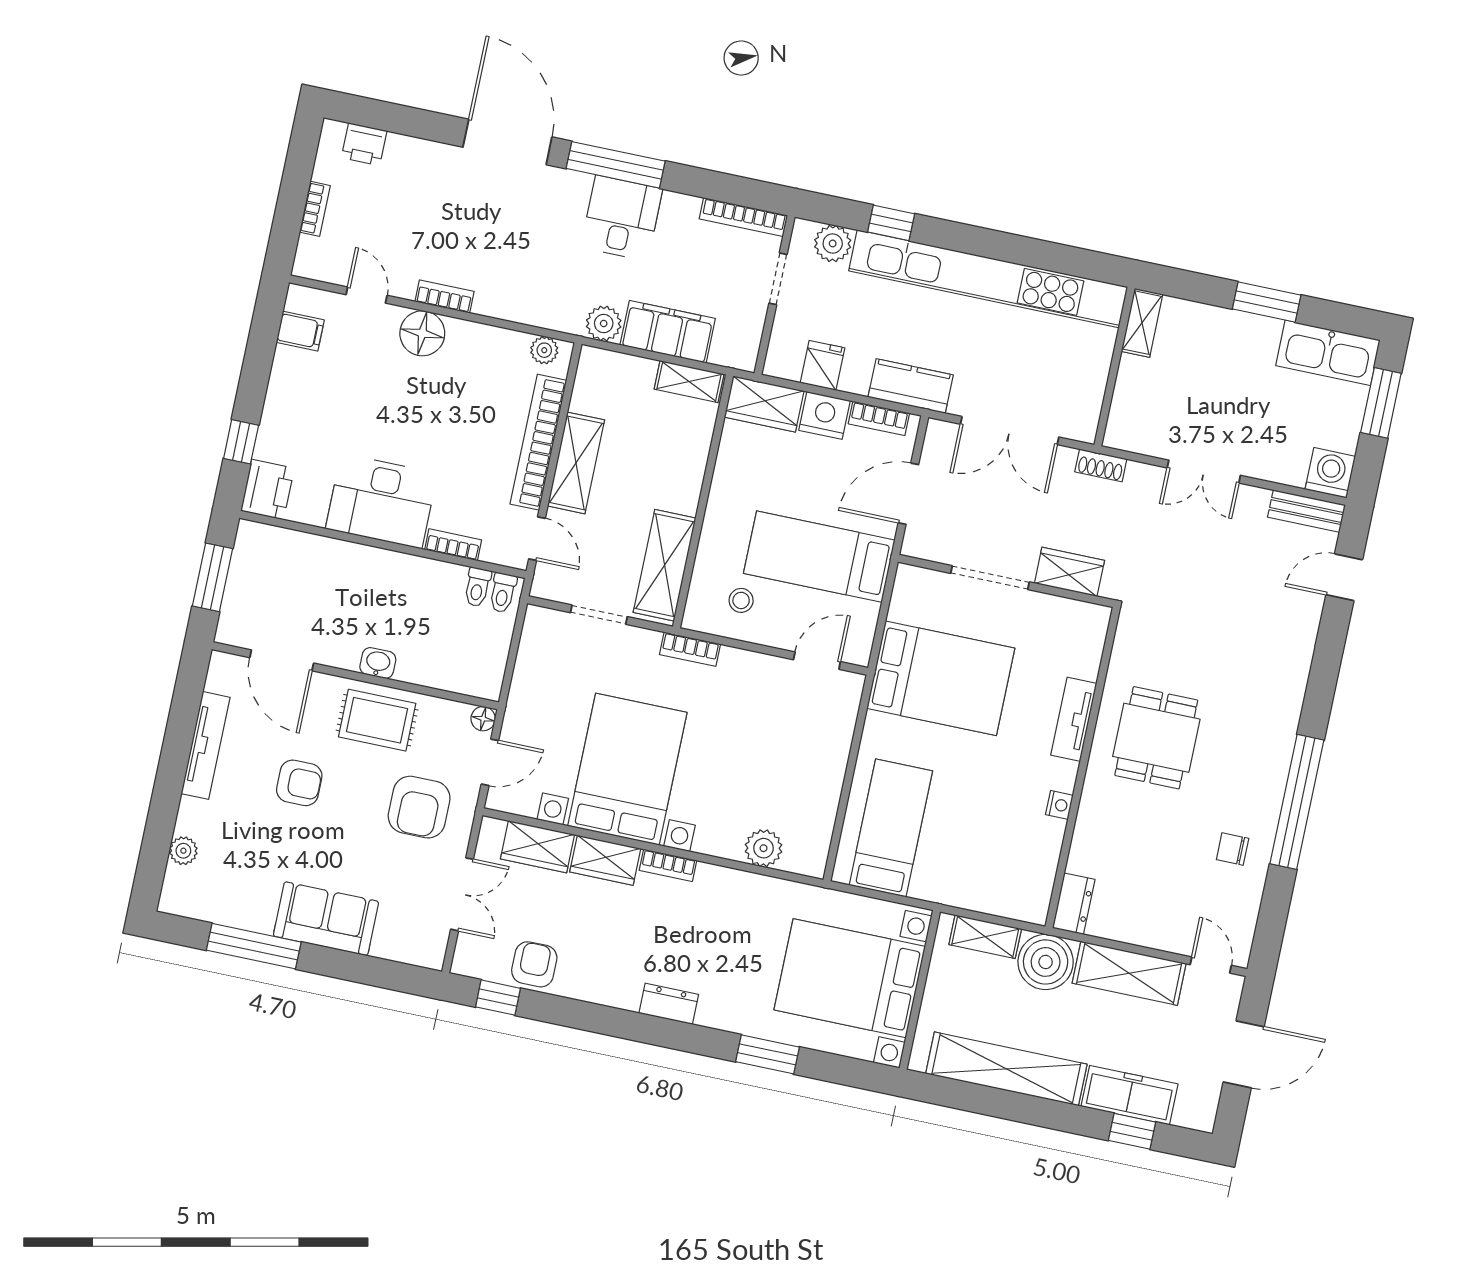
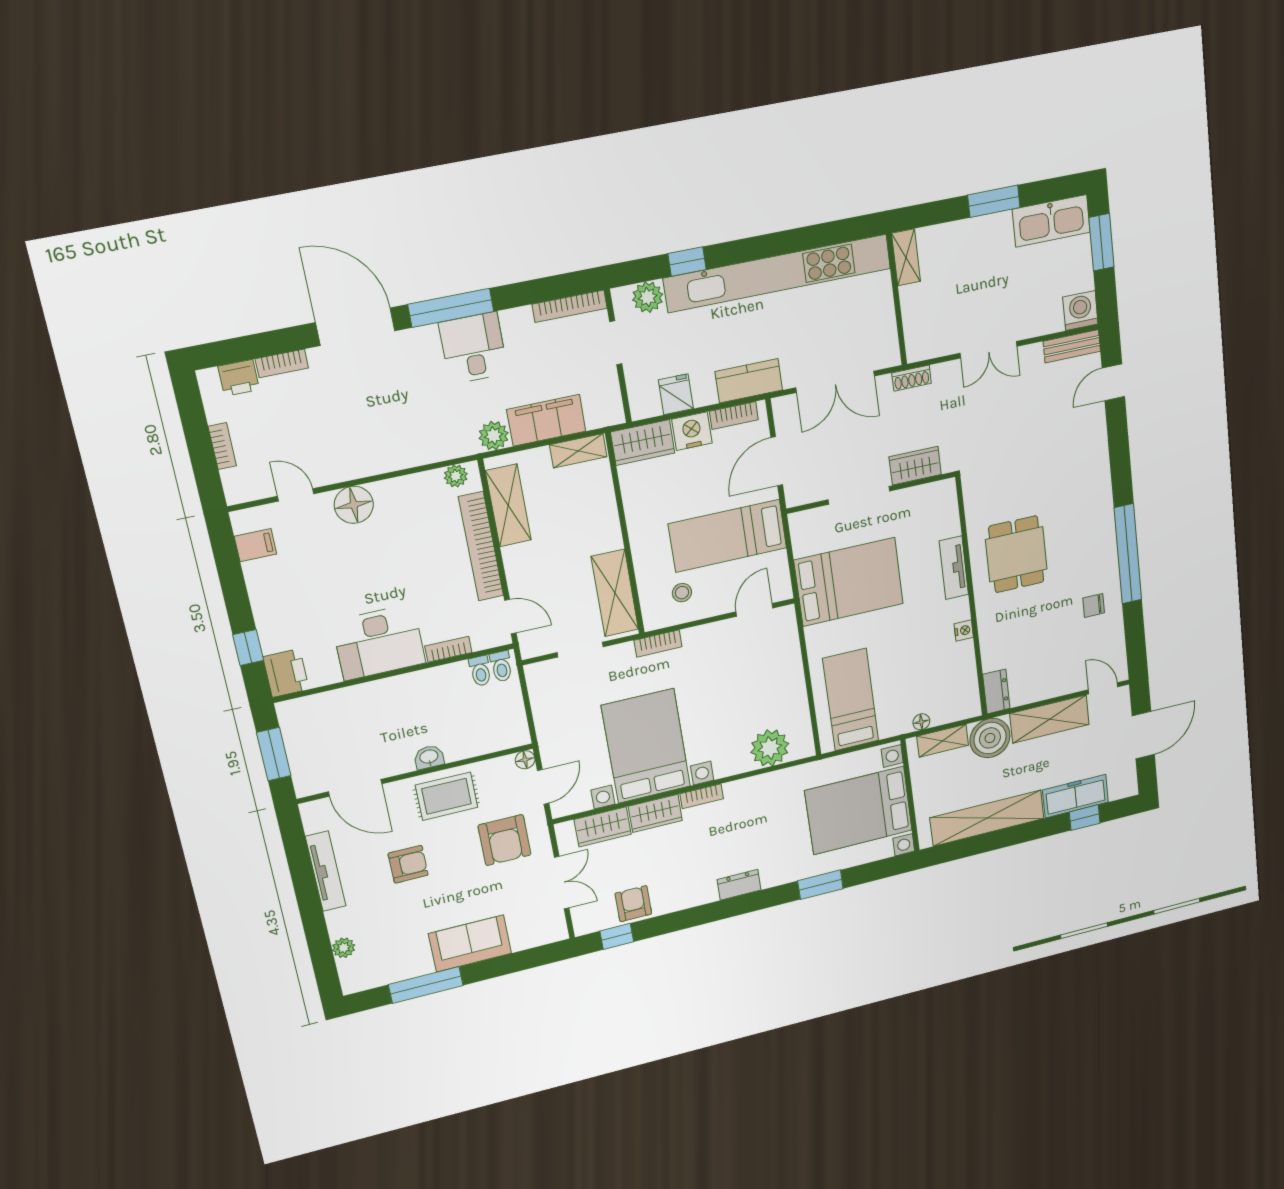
bookcase: (444, 297) -> (282, 363), moved, turned 180
shelving: (576, 463) -> (508, 505), moved
plant: (764, 848) -> (770, 748), width x1.36, depth x1.36
floor lamp: (967, 899) -> (921, 722), added

